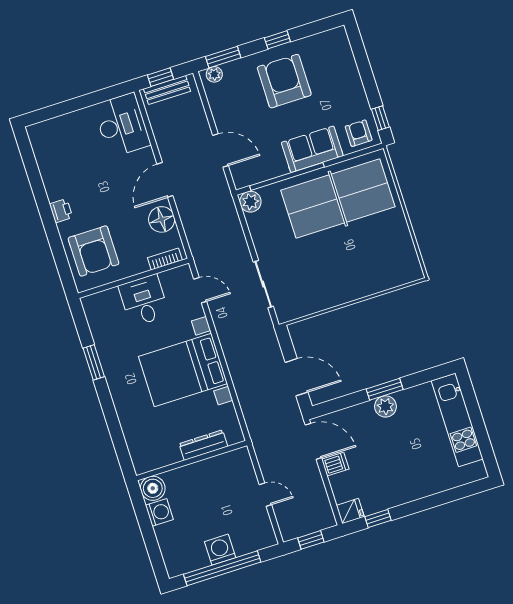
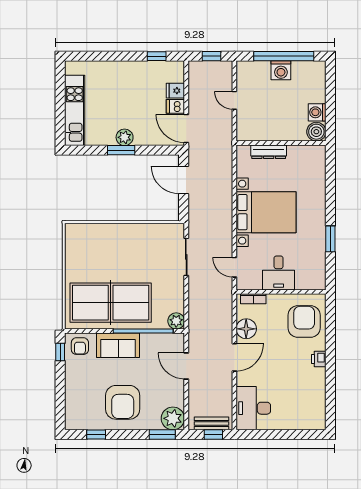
window: (277, 40) -> (96, 435), moved
plant: (214, 74) -> (173, 418), width x1.87, depth x1.87
fridge: (350, 511) -> (175, 91), moved

